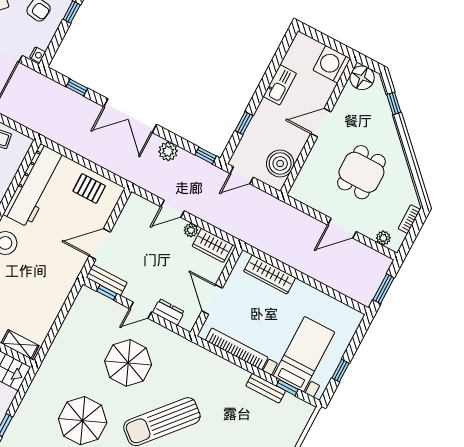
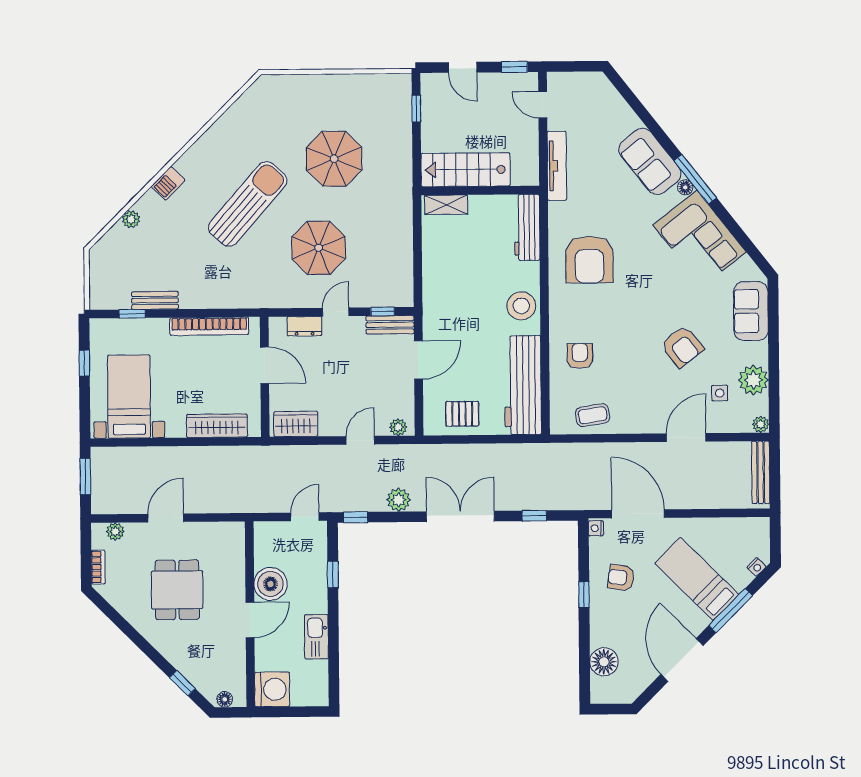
floor lamp: (362, 78) -> (225, 699), width x0.53, depth x0.53
boiler: (280, 163) -> (270, 584), moved
plant: (191, 230) -> (398, 427), moved
bed with nightstands: (304, 354) -> (129, 396), moved, turned 180

